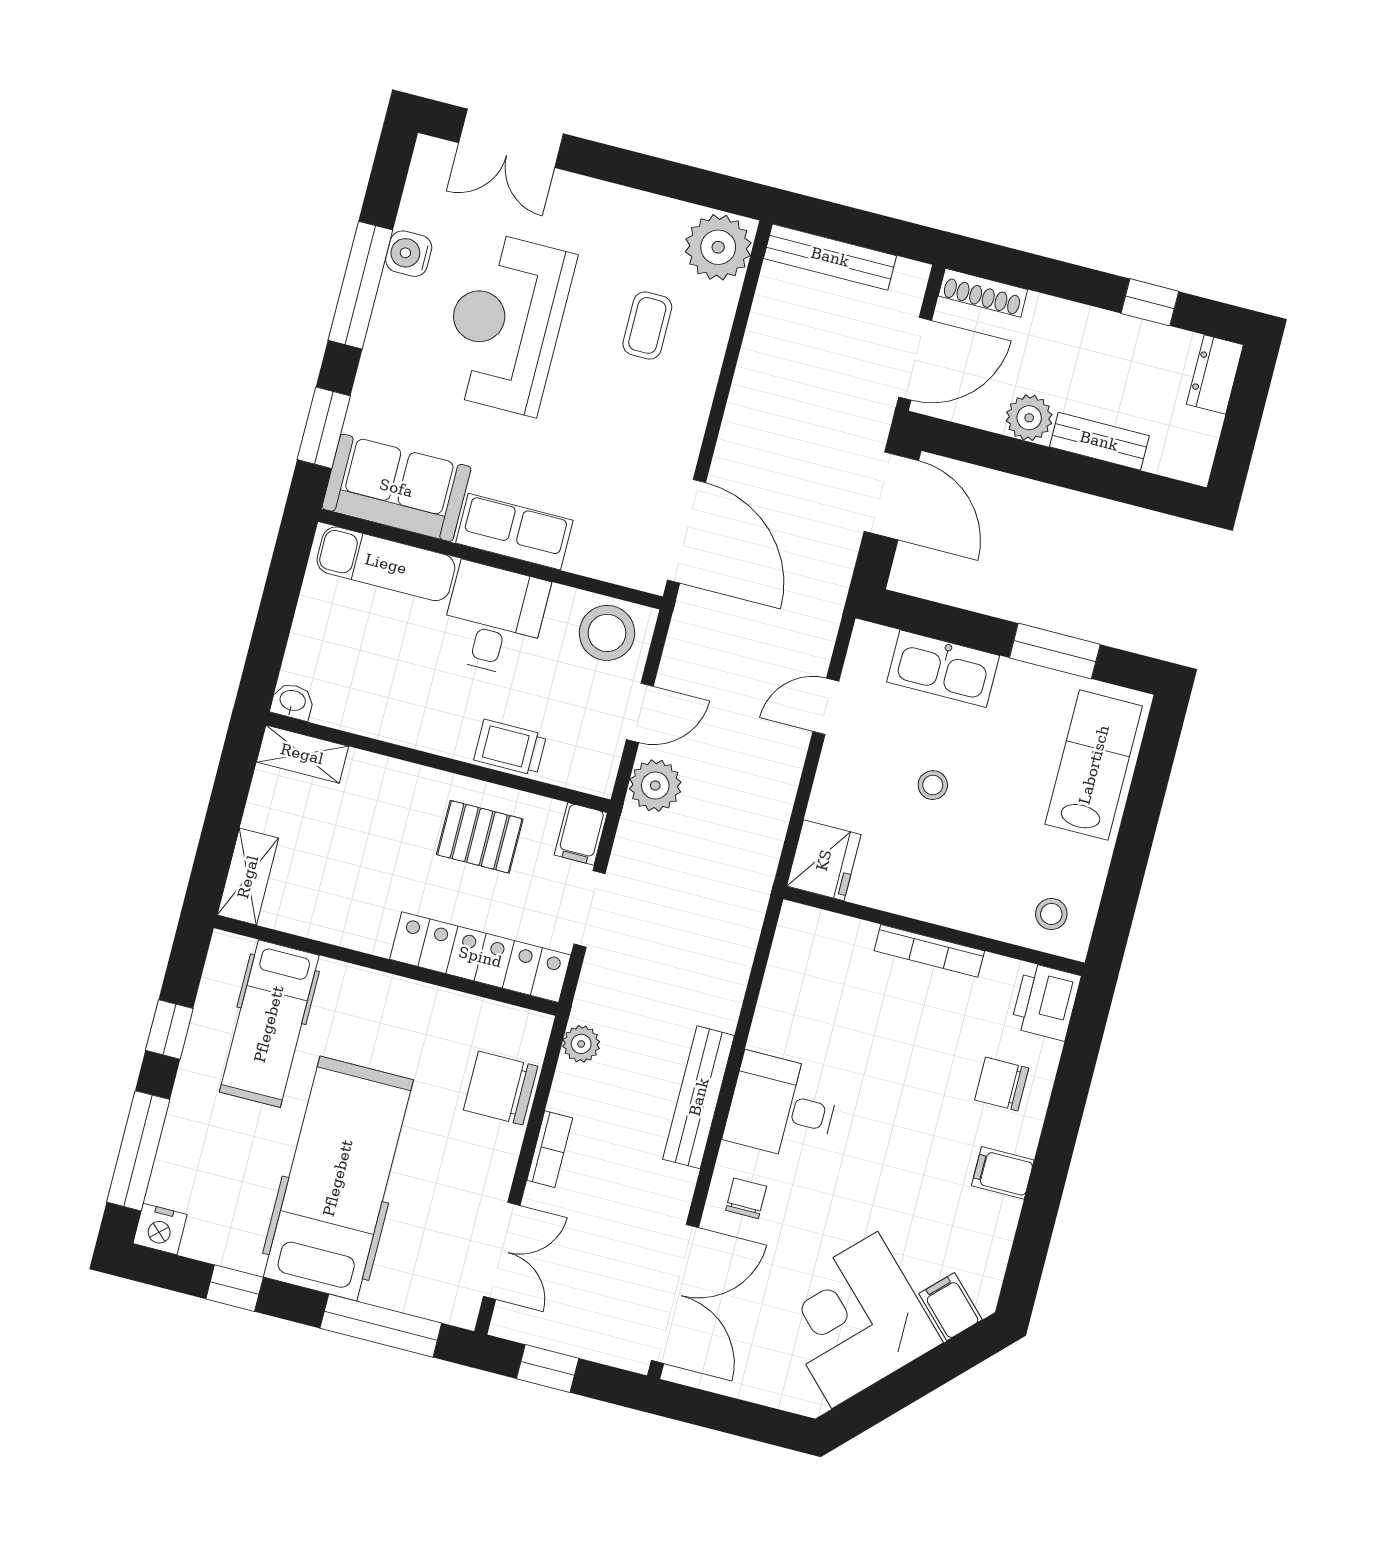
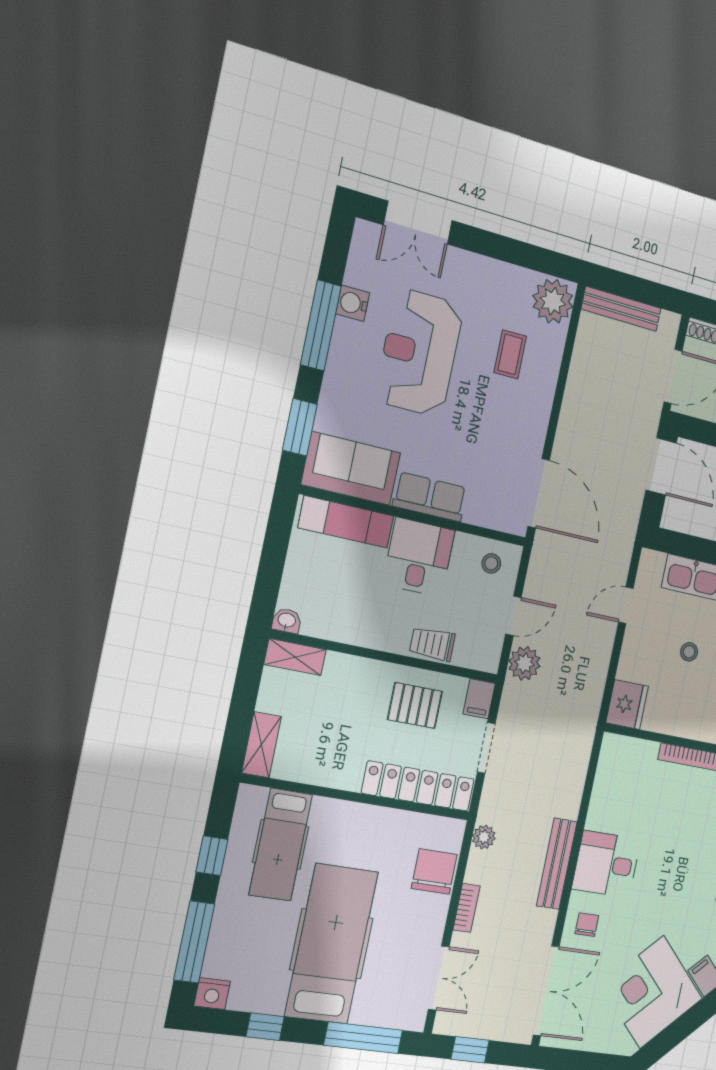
stool: (607, 633) -> (491, 563), width x0.53, depth x0.53
chair: (501, 1088) -> (434, 871), turned 90

